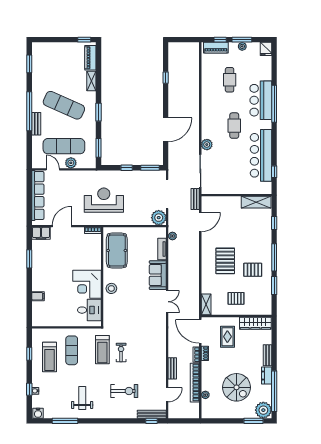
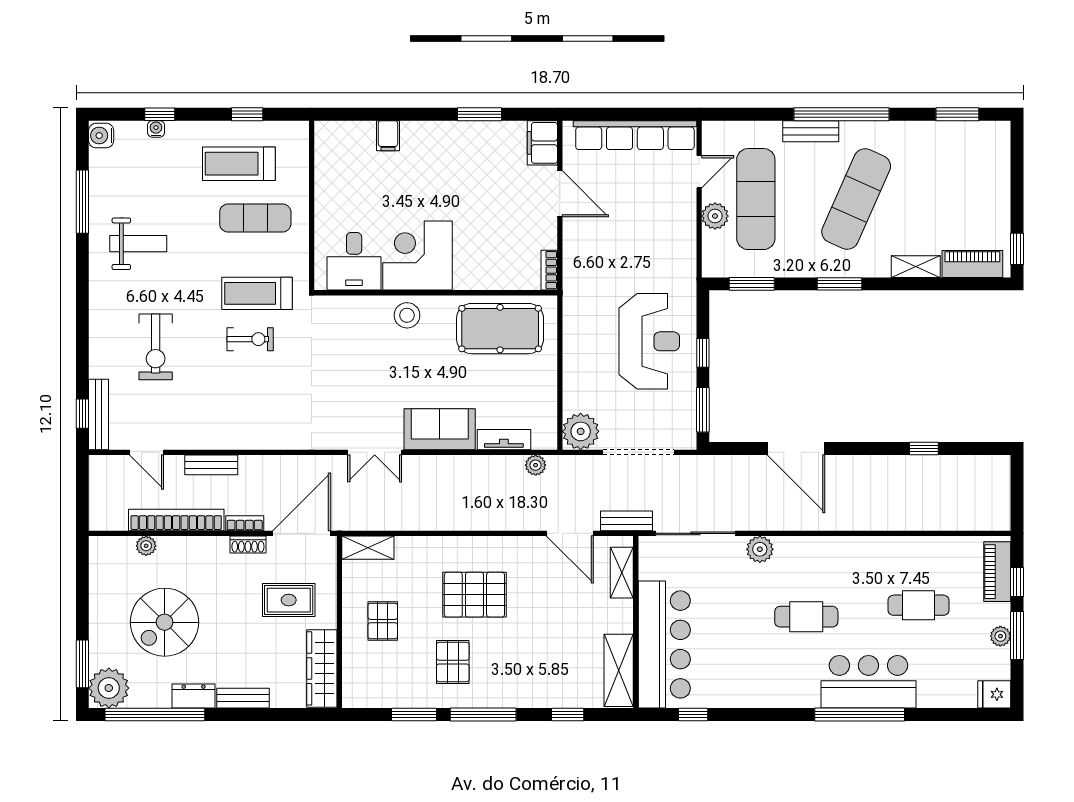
bar counter: (261, 155) -> (664, 644), moved, turned 90
reception desk: (104, 200) -> (649, 341), moved
shelving: (216, 201) -> (622, 573), added

